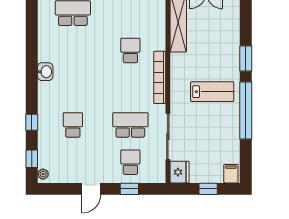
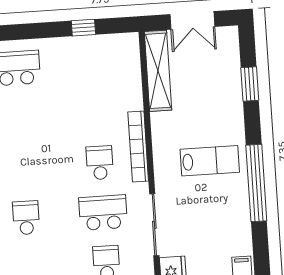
school desk: (130, 50) -> (100, 163), moved
window: (246, 59) -> (250, 84), moved

